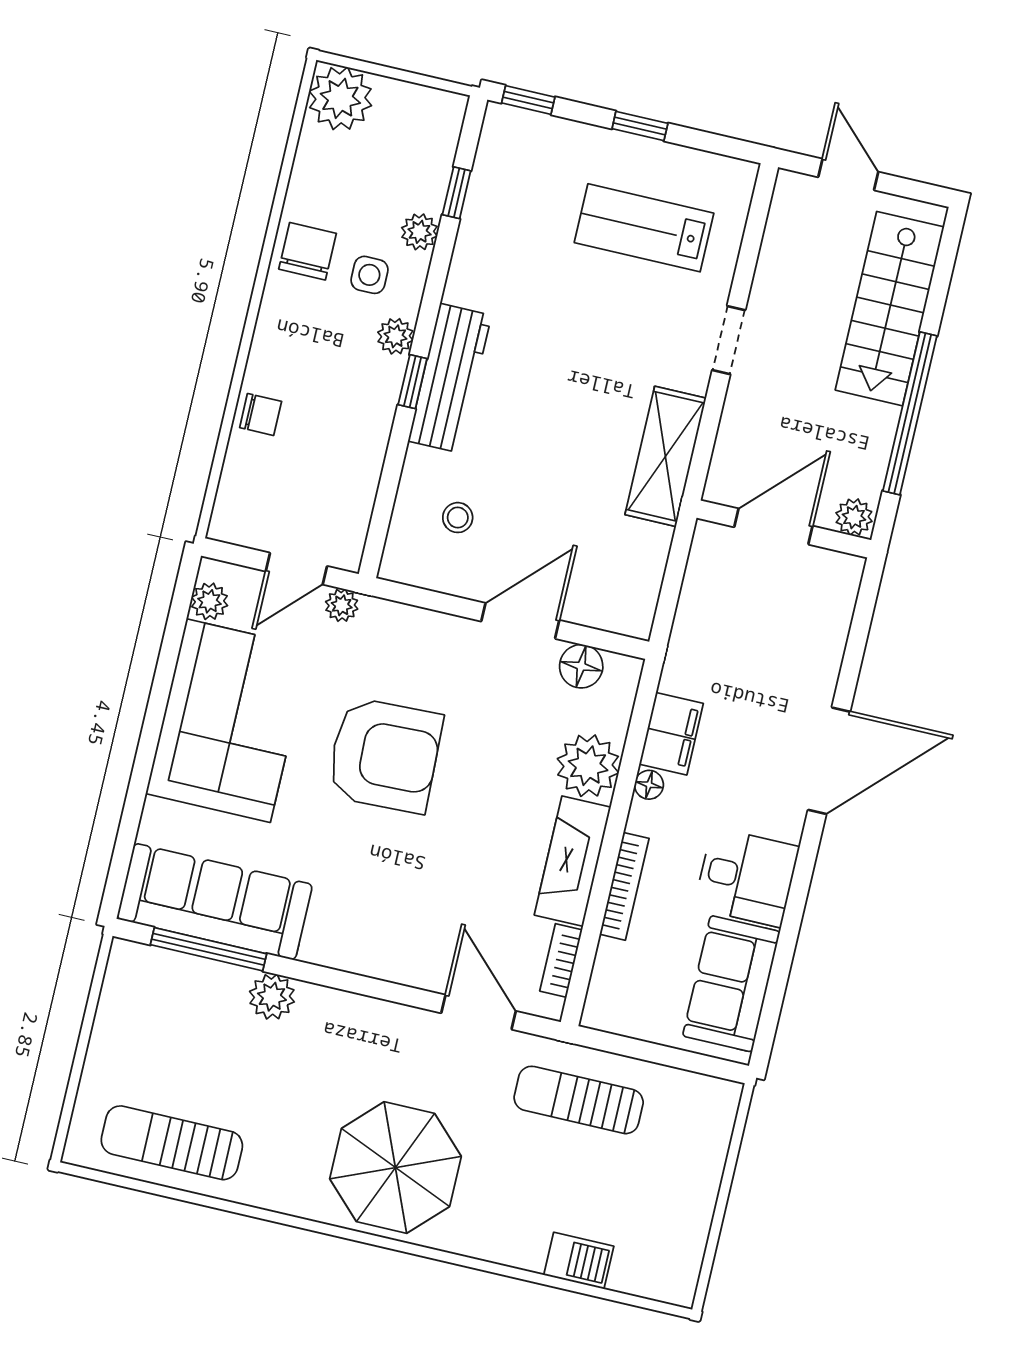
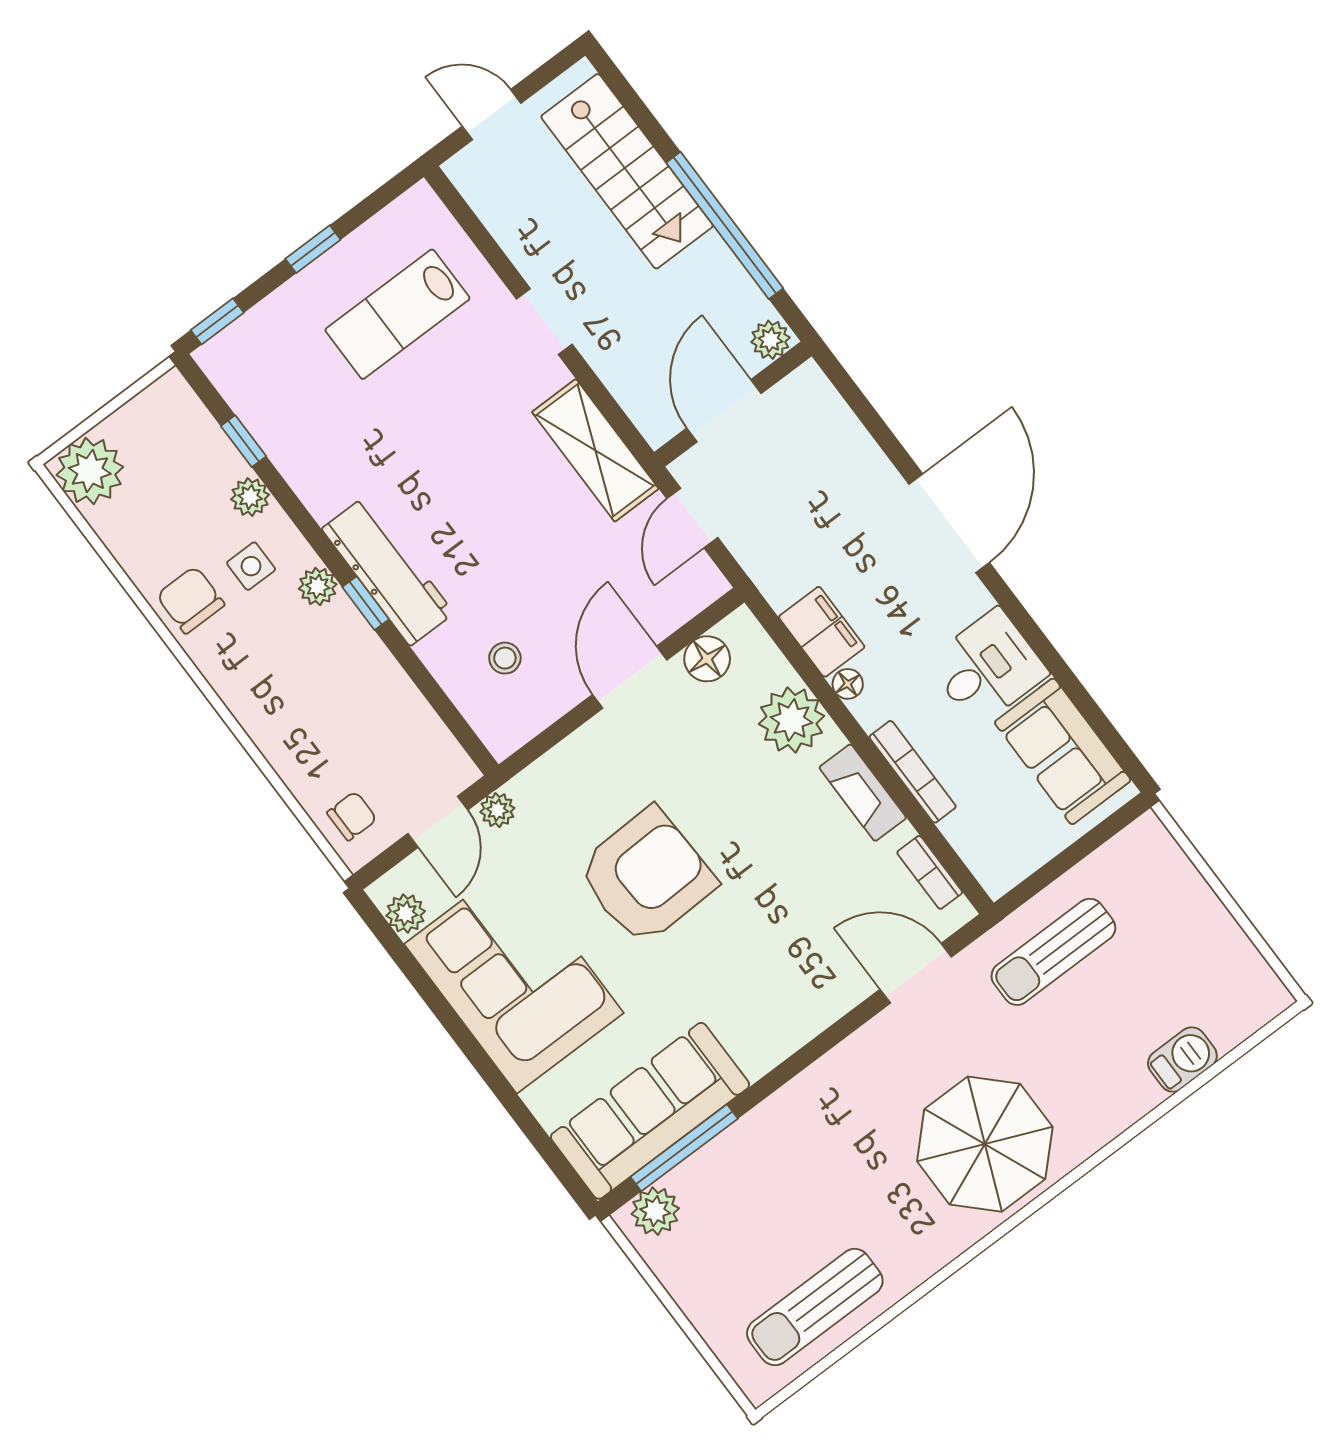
chair: (261, 414) -> (352, 816), moved
door: (675, 569) -> (692, 518), added
fireplace: (573, 861) -> (863, 793), width x0.73, depth x0.76
plant: (272, 997) -> (655, 1211), moved

